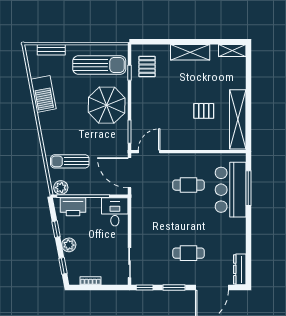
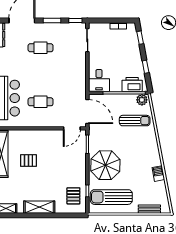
barbecue: (43, 94) -> (158, 174), width x0.53, depth x0.65
plant: (69, 245) -> (135, 54), removed

